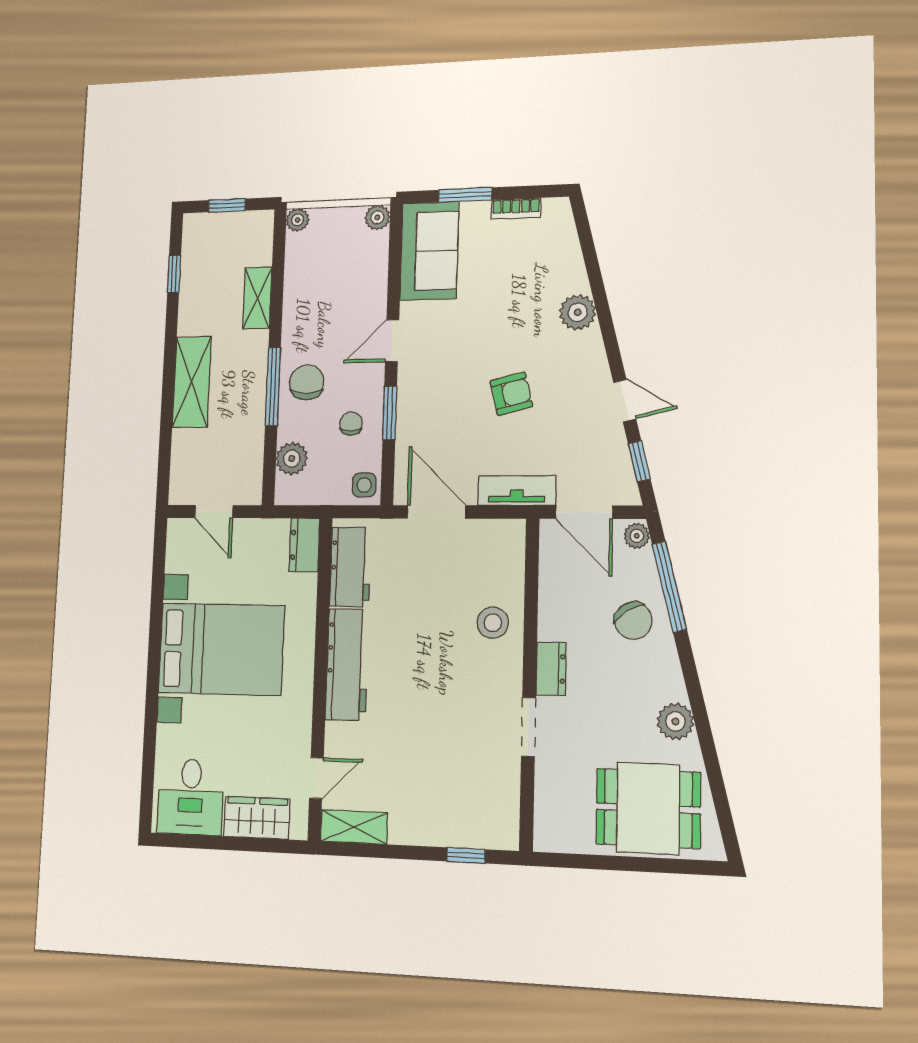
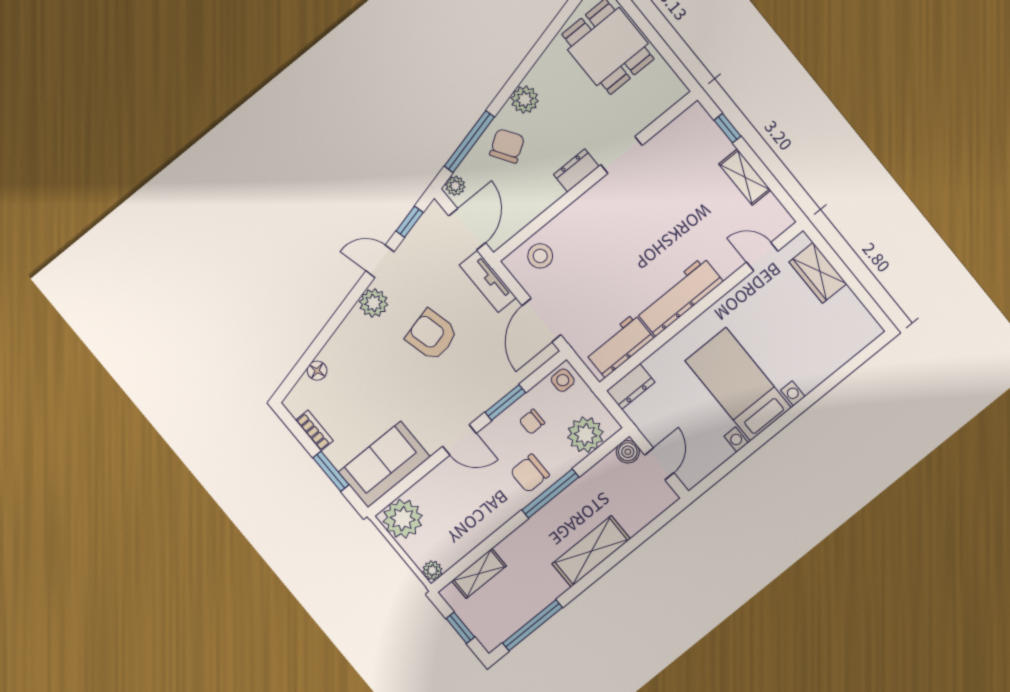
plant: (377, 217) -> (403, 519), width x1.88, depth x1.88
floor lamp: (570, 255) -> (317, 371), added
window: (174, 274) -> (532, 625), width x2.17
shelving: (257, 298) -> (479, 573), moved
plant: (578, 312) -> (374, 303), moved
armchair: (511, 394) -> (432, 335), width x1.38, depth x1.38
door: (625, 401) -> (380, 261), hinge flipped
plant: (292, 459) -> (585, 435), width x1.36, depth x1.36
boiler: (249, 491) -> (628, 452), added
stool: (493, 623) -> (540, 256), moved
bed with nightstands: (221, 649) -> (738, 384), width x0.73
plant: (675, 722) -> (525, 100), moved
desk: (191, 797) -> (842, 325), removed
shelving: (354, 827) -> (745, 177), moved

